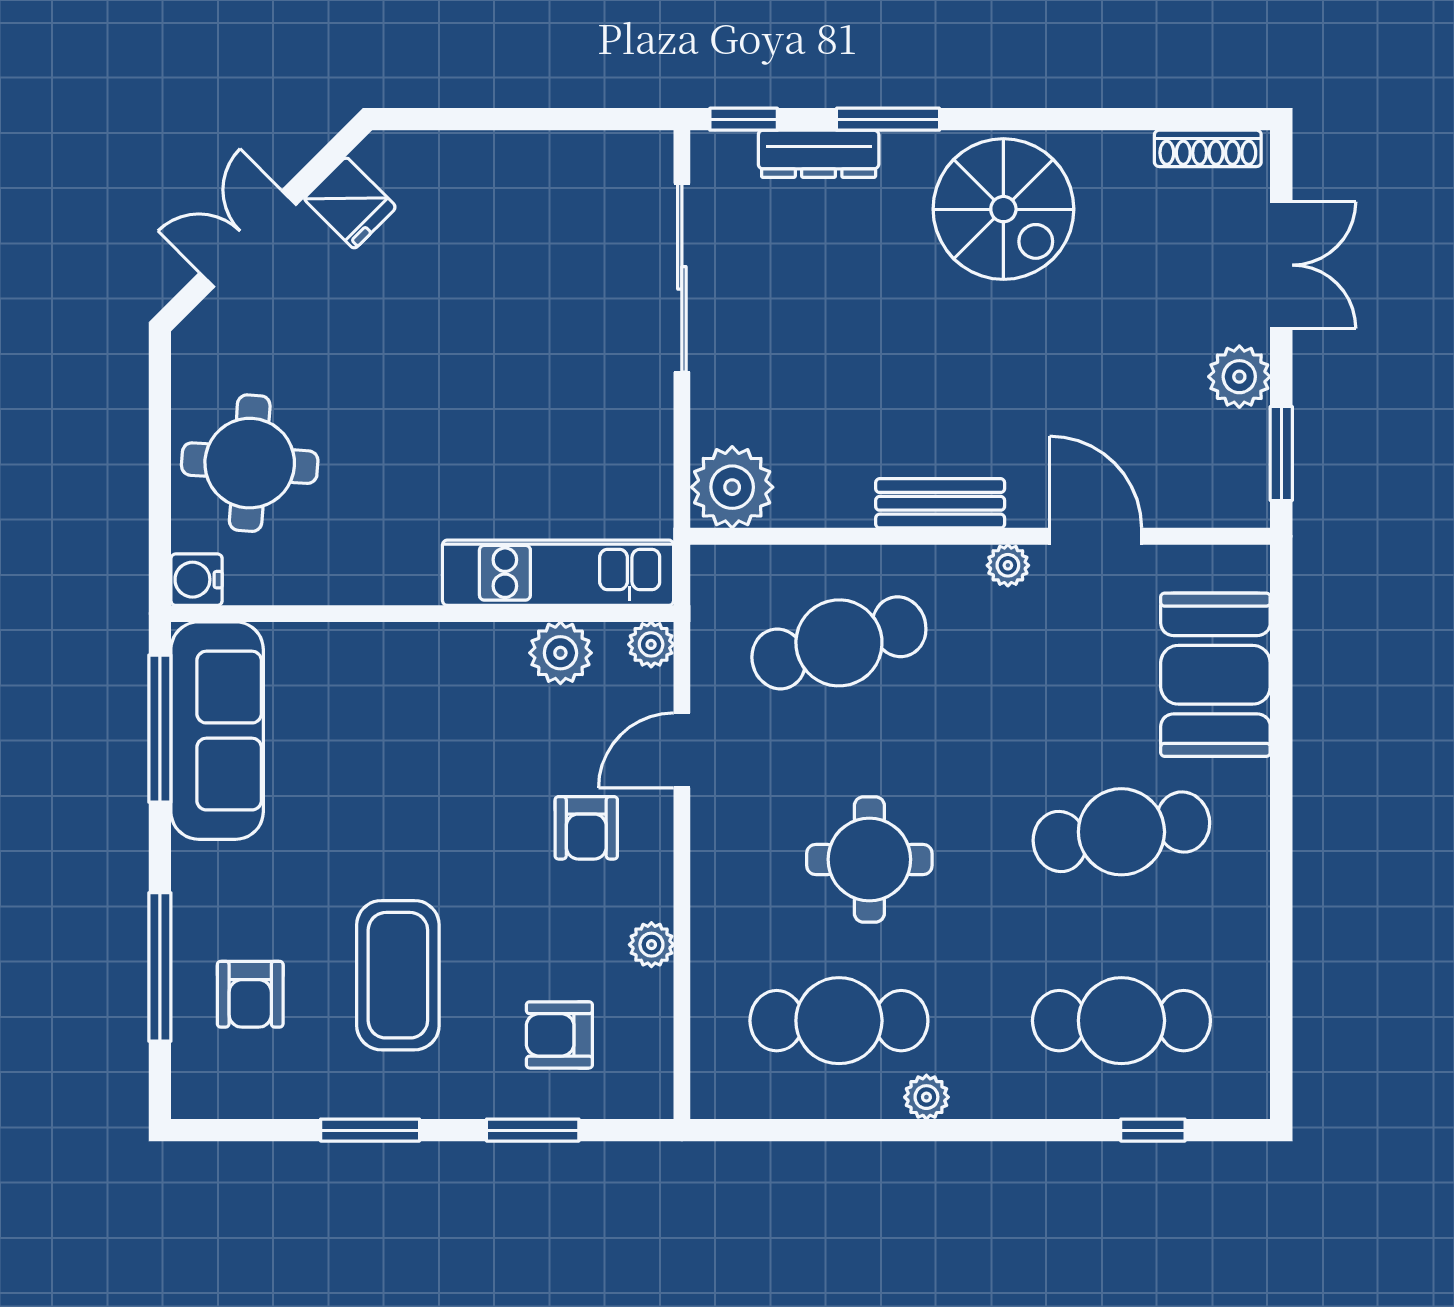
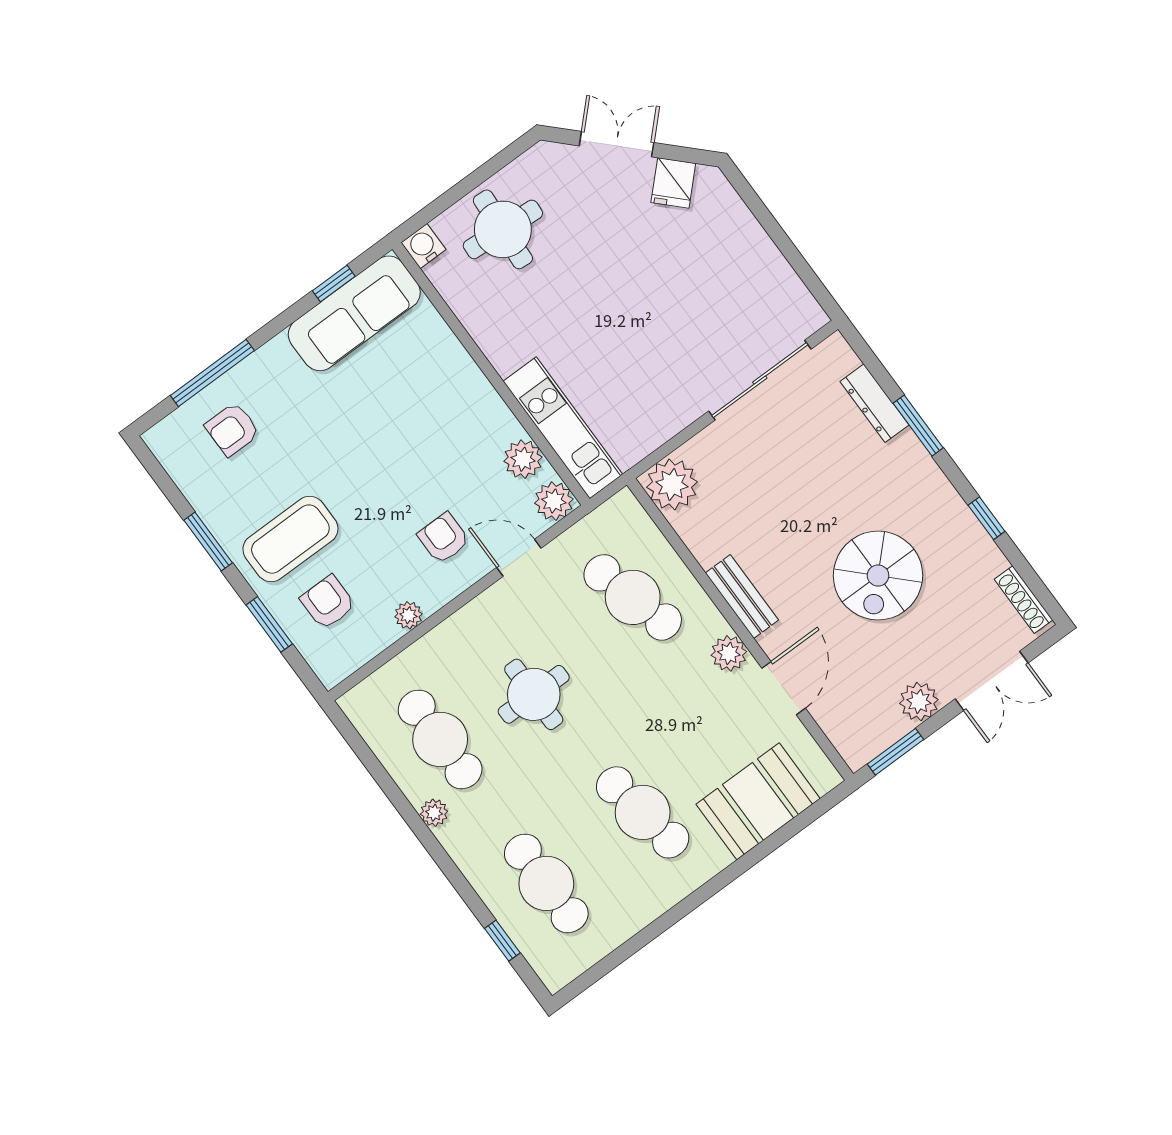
window: (744, 119) -> (987, 518), moved
spiral stairs: (1003, 209) -> (878, 576), moved
plant: (1008, 565) -> (729, 653), width x1.38, depth x1.38
plant: (651, 644) -> (554, 501), width x1.38, depth x1.38
window: (160, 729) -> (334, 283), width x0.46
armchair: (586, 828) -> (443, 538), turned 90
coffee table: (398, 975) -> (290, 539), moved

